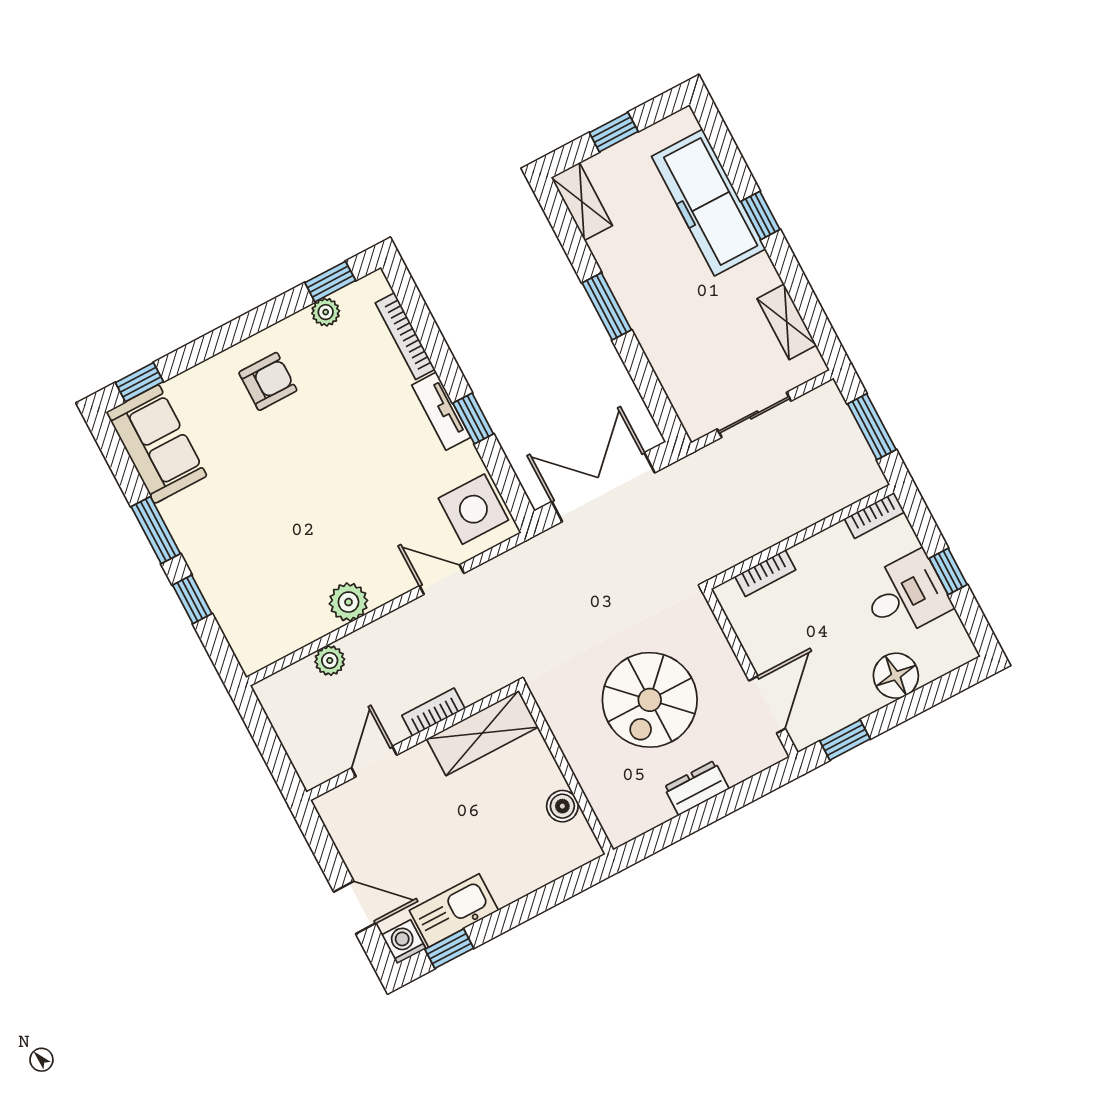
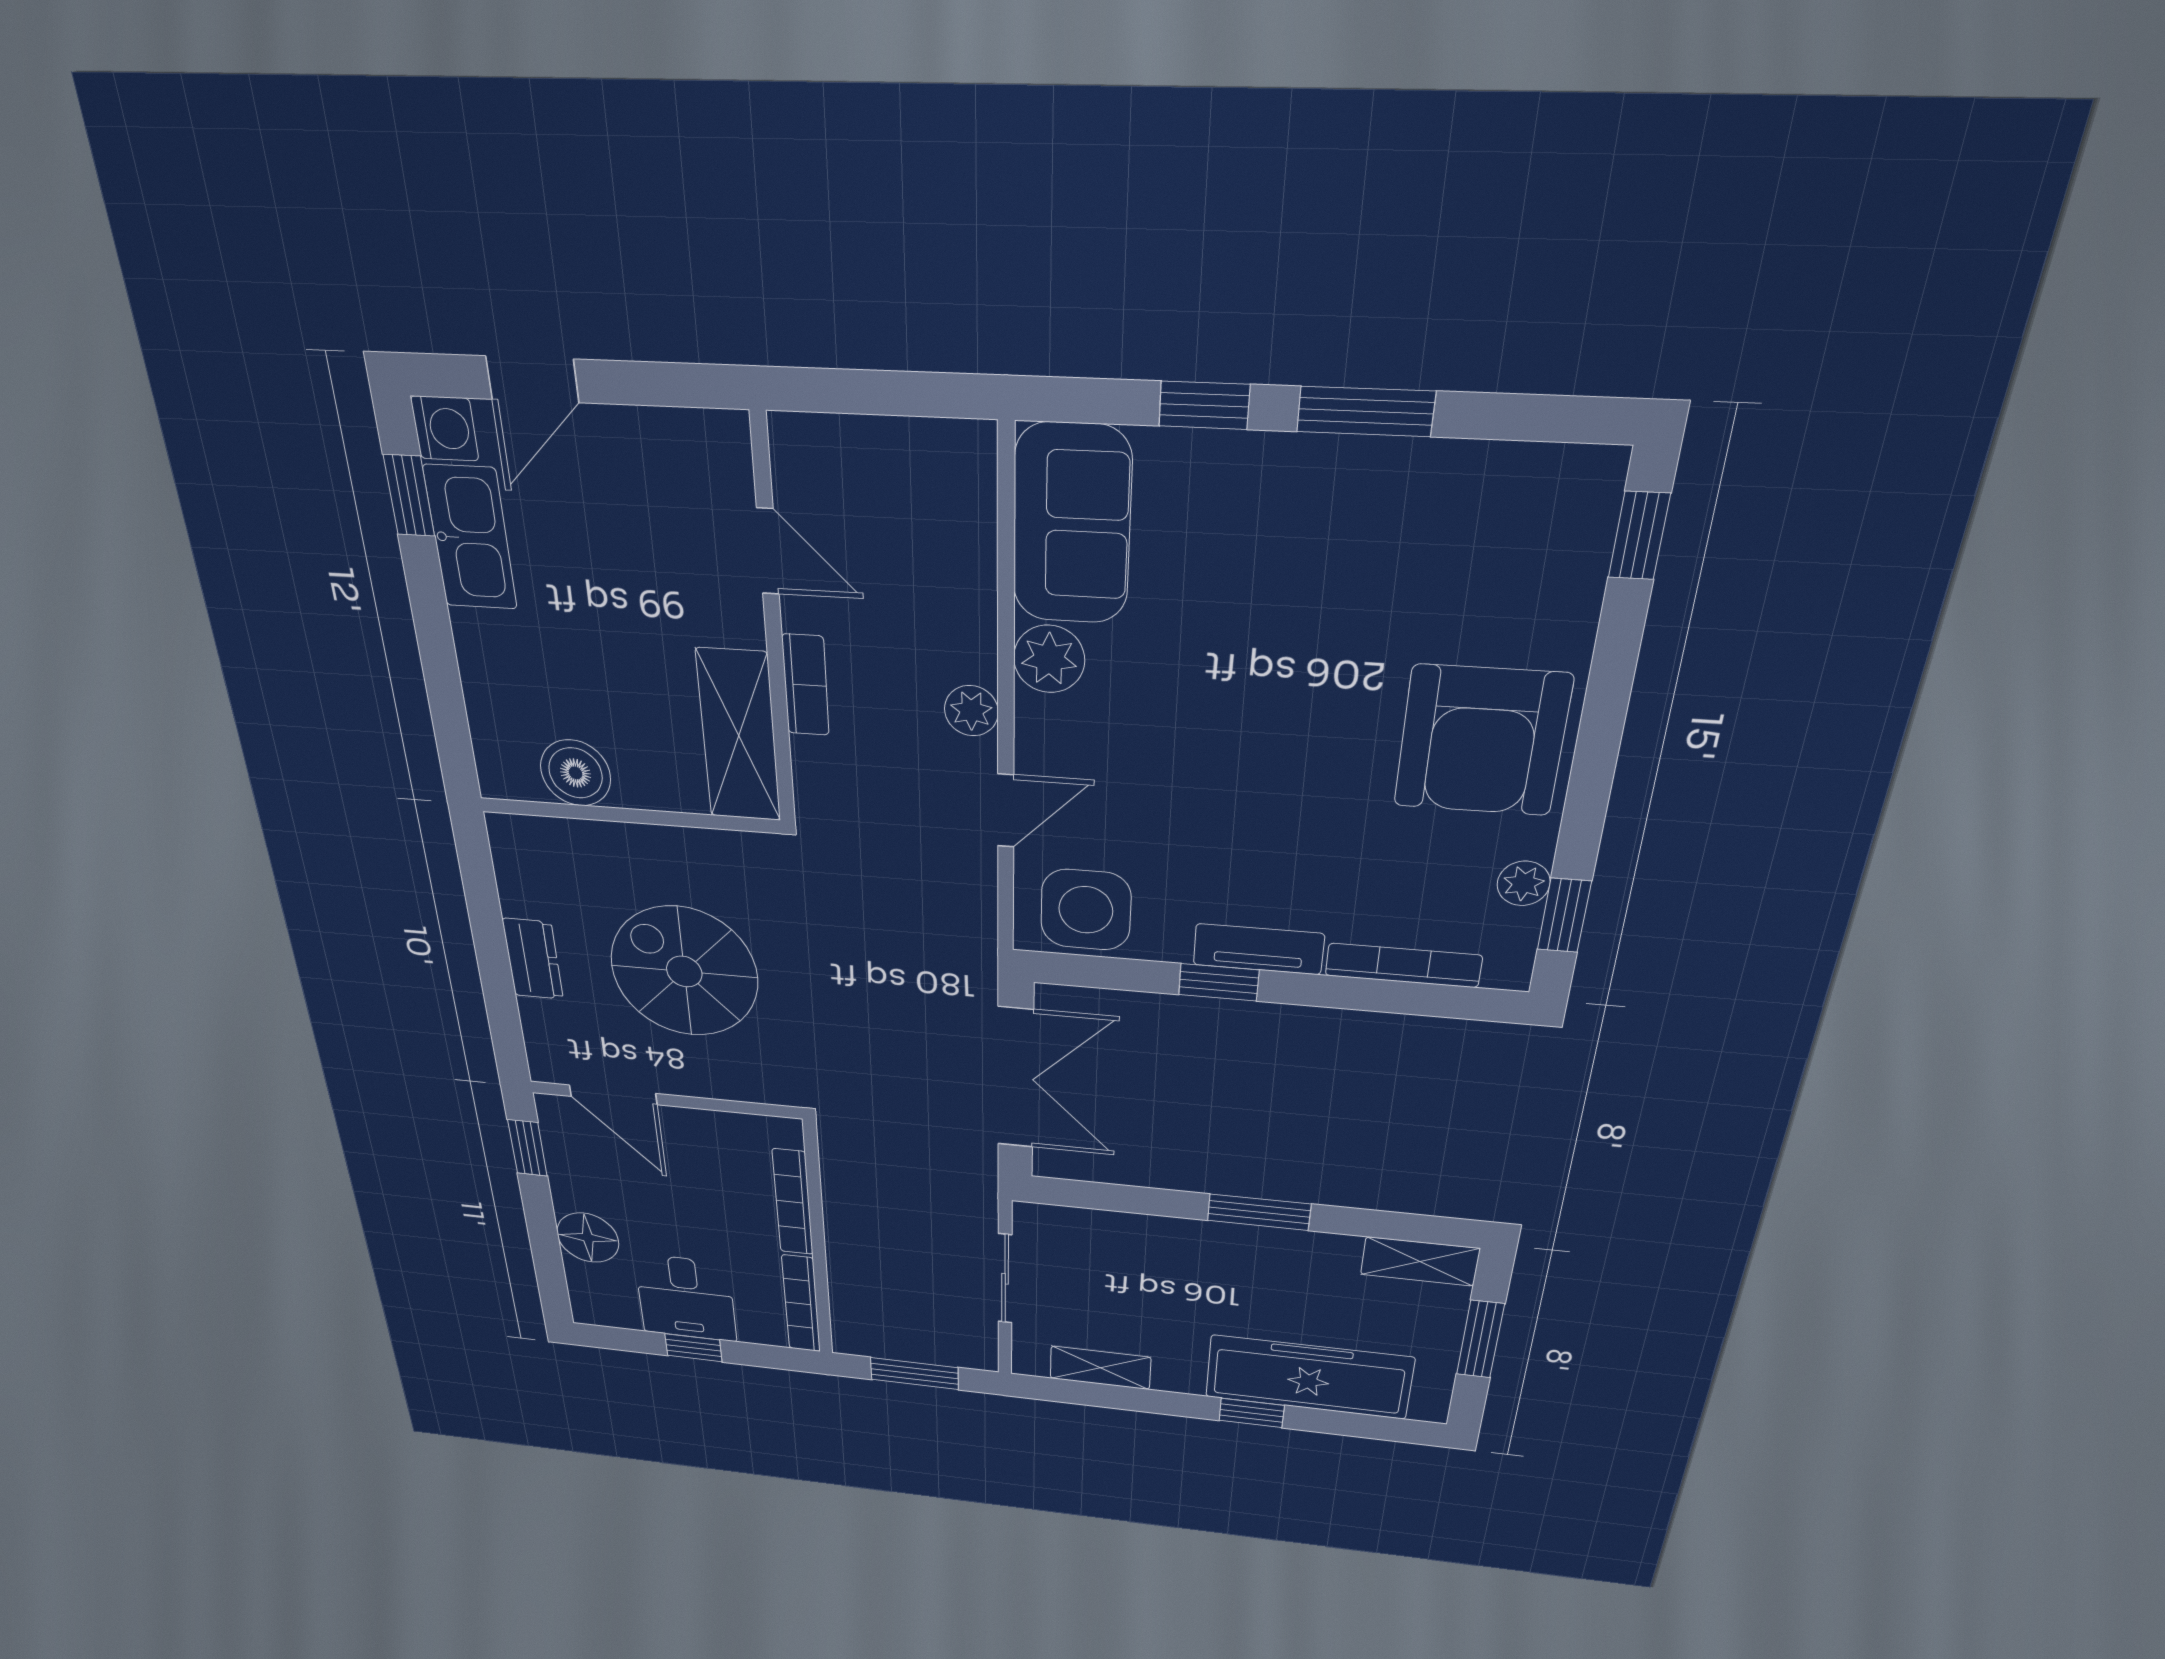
window: (614, 132) -> (1480, 1339), width x1.50
armchair: (268, 381) -> (1482, 741), width x1.88, depth x1.88
sofa: (157, 444) -> (1072, 525), moved, turned -90
bookcase: (874, 515) -> (801, 1304), width x1.56
bookcase: (765, 573) -> (793, 1202), width x1.56
plant: (330, 661) -> (971, 711), moved
boiler: (562, 806) -> (576, 773), width x1.36, depth x1.36

